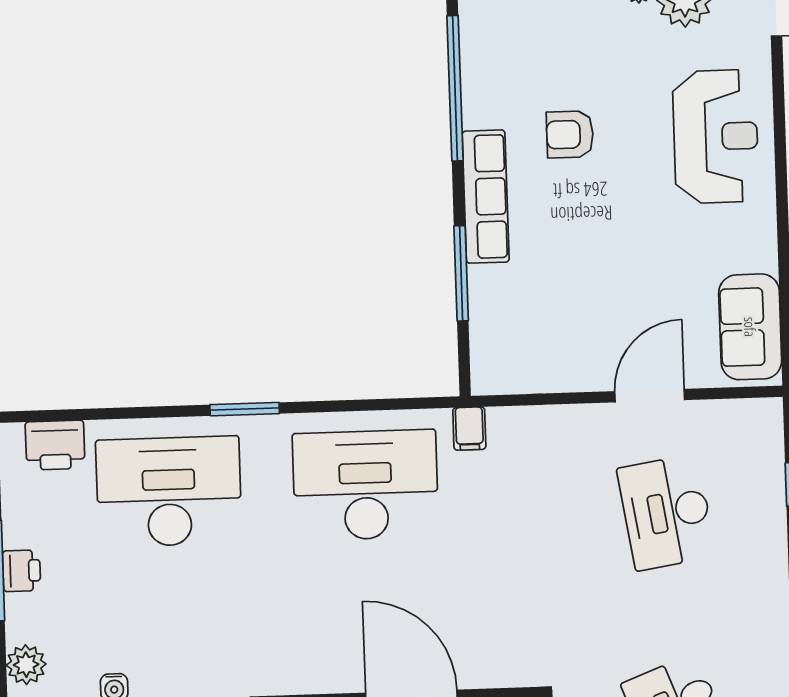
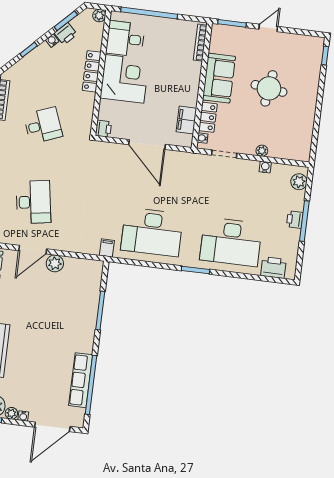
armchair: (570, 134) -> (48, 359), removed
row of seats: (486, 197) -> (81, 380), moved
plant: (590, 371) -> (55, 263), added

